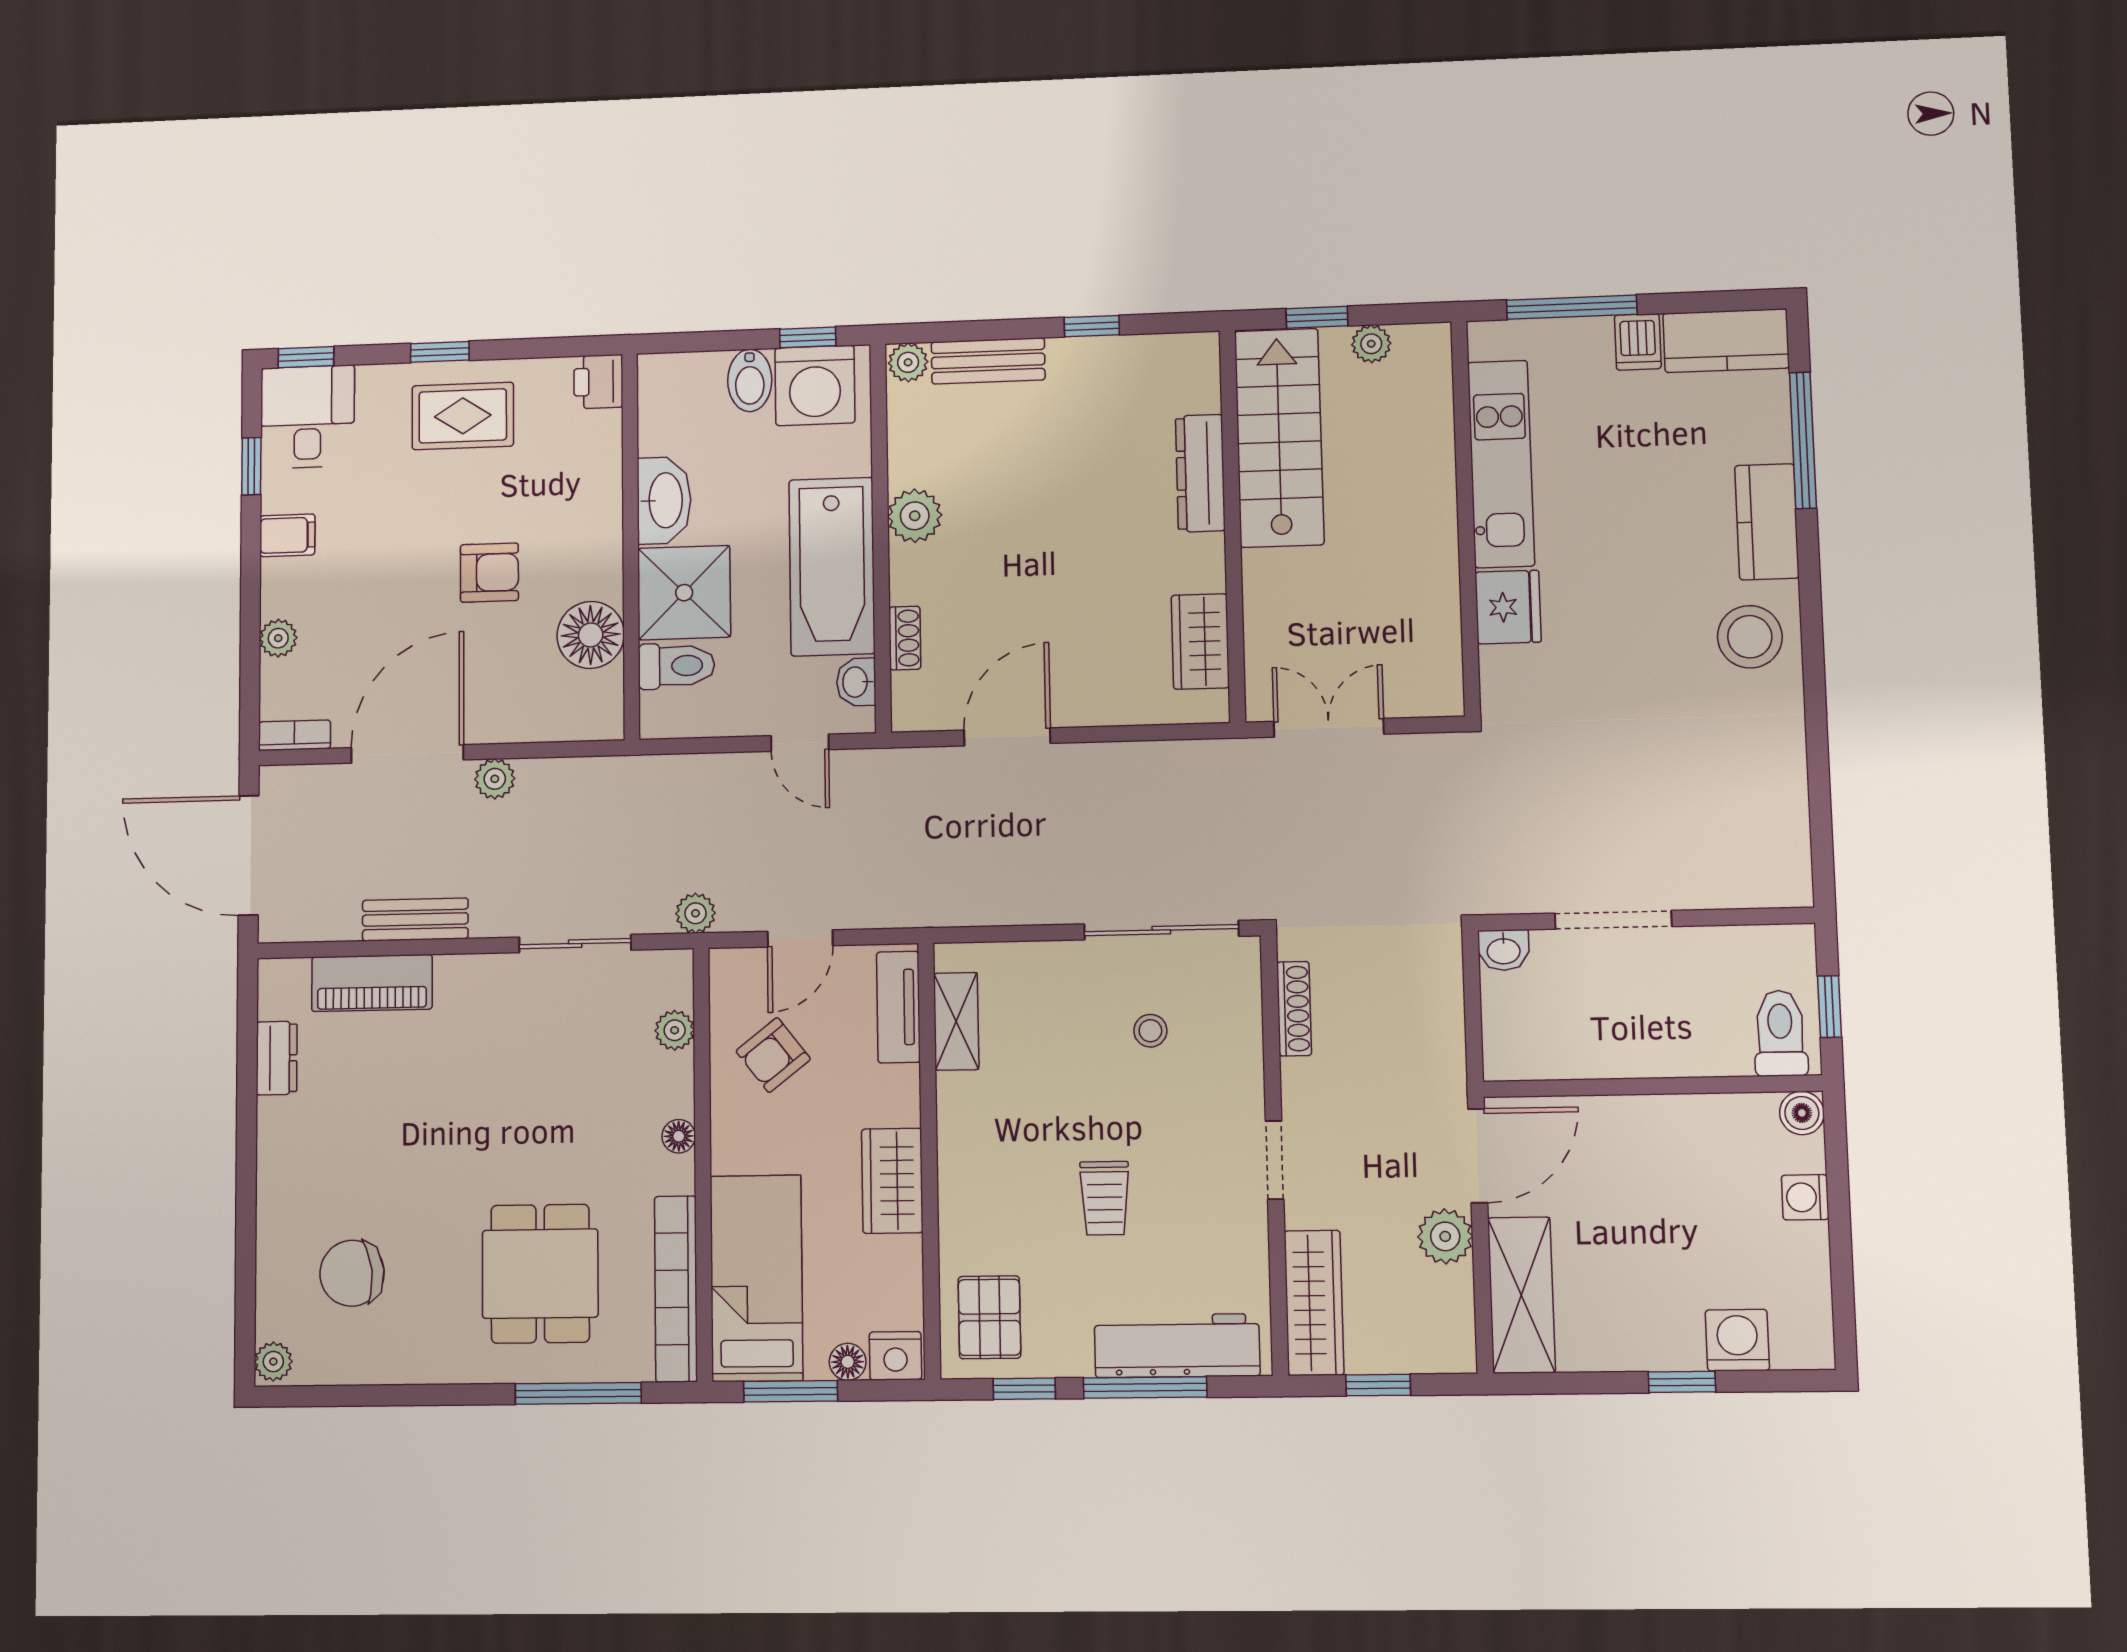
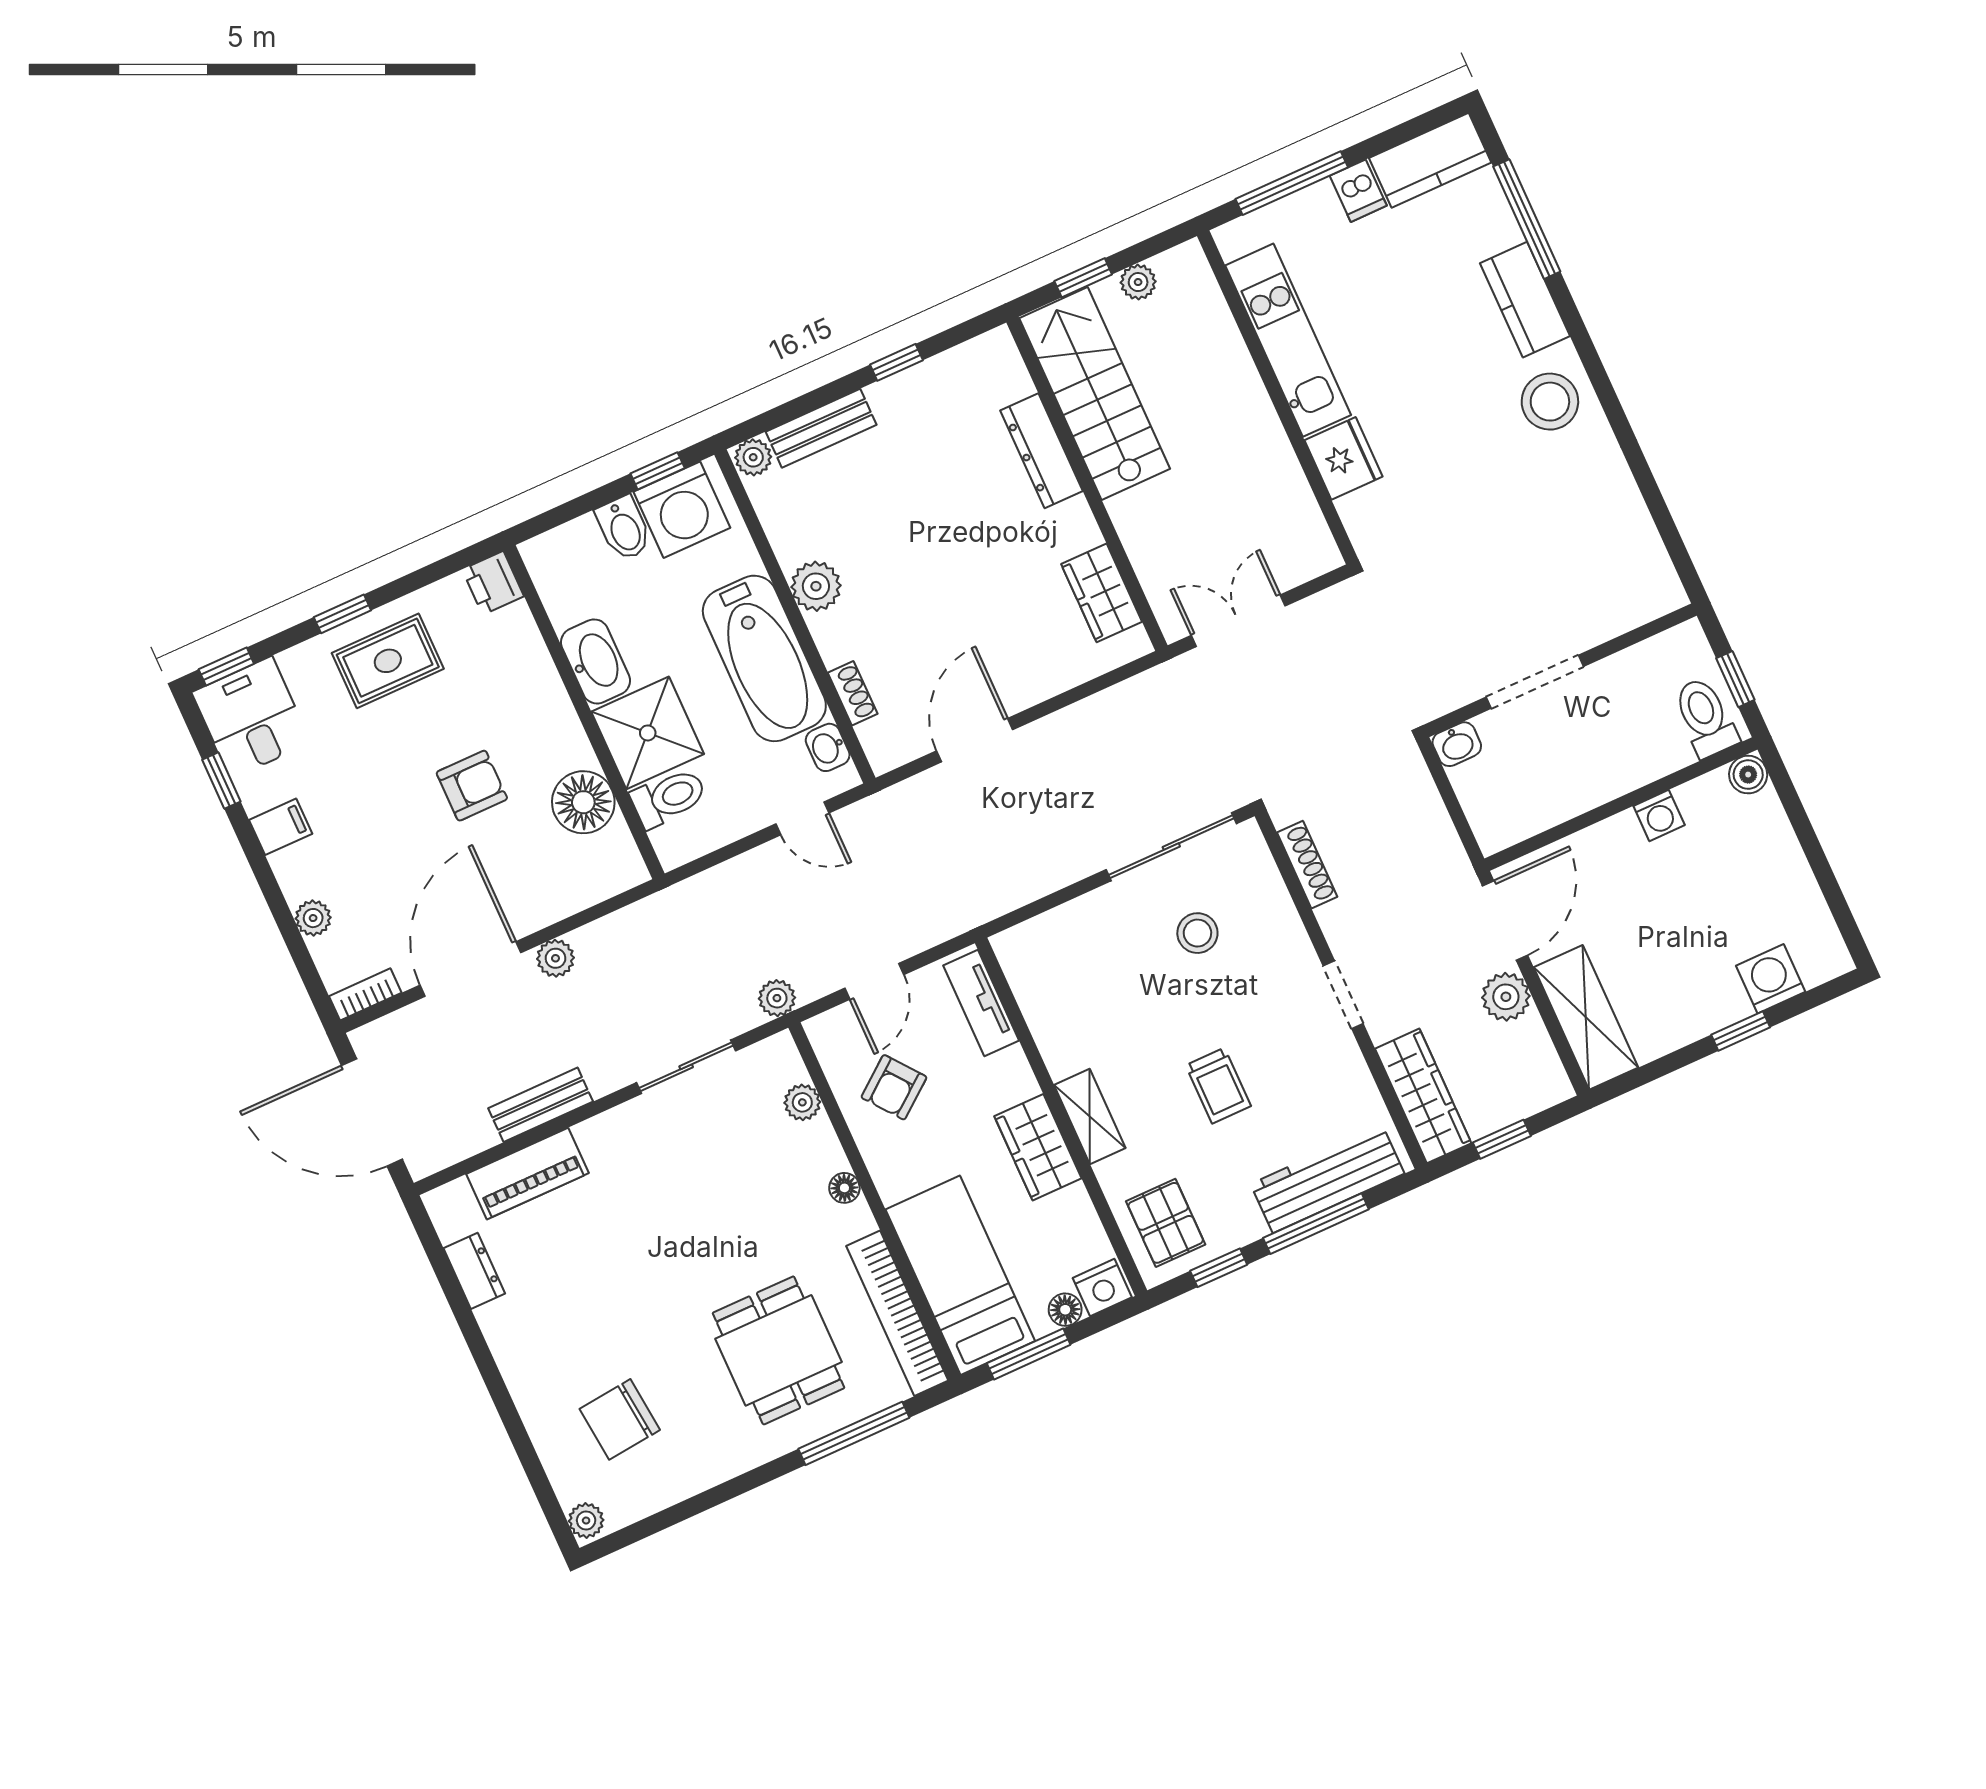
shelving: (956, 1021) -> (1090, 1116), moved
stool: (1150, 1031) -> (1197, 933), width x1.37, depth x1.37
washing machine: (1805, 1197) -> (1659, 816), moved, turned -90

